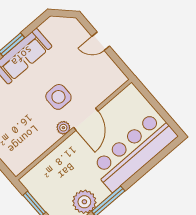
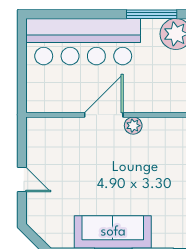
side table: (58, 97) -> (112, 160), removed

